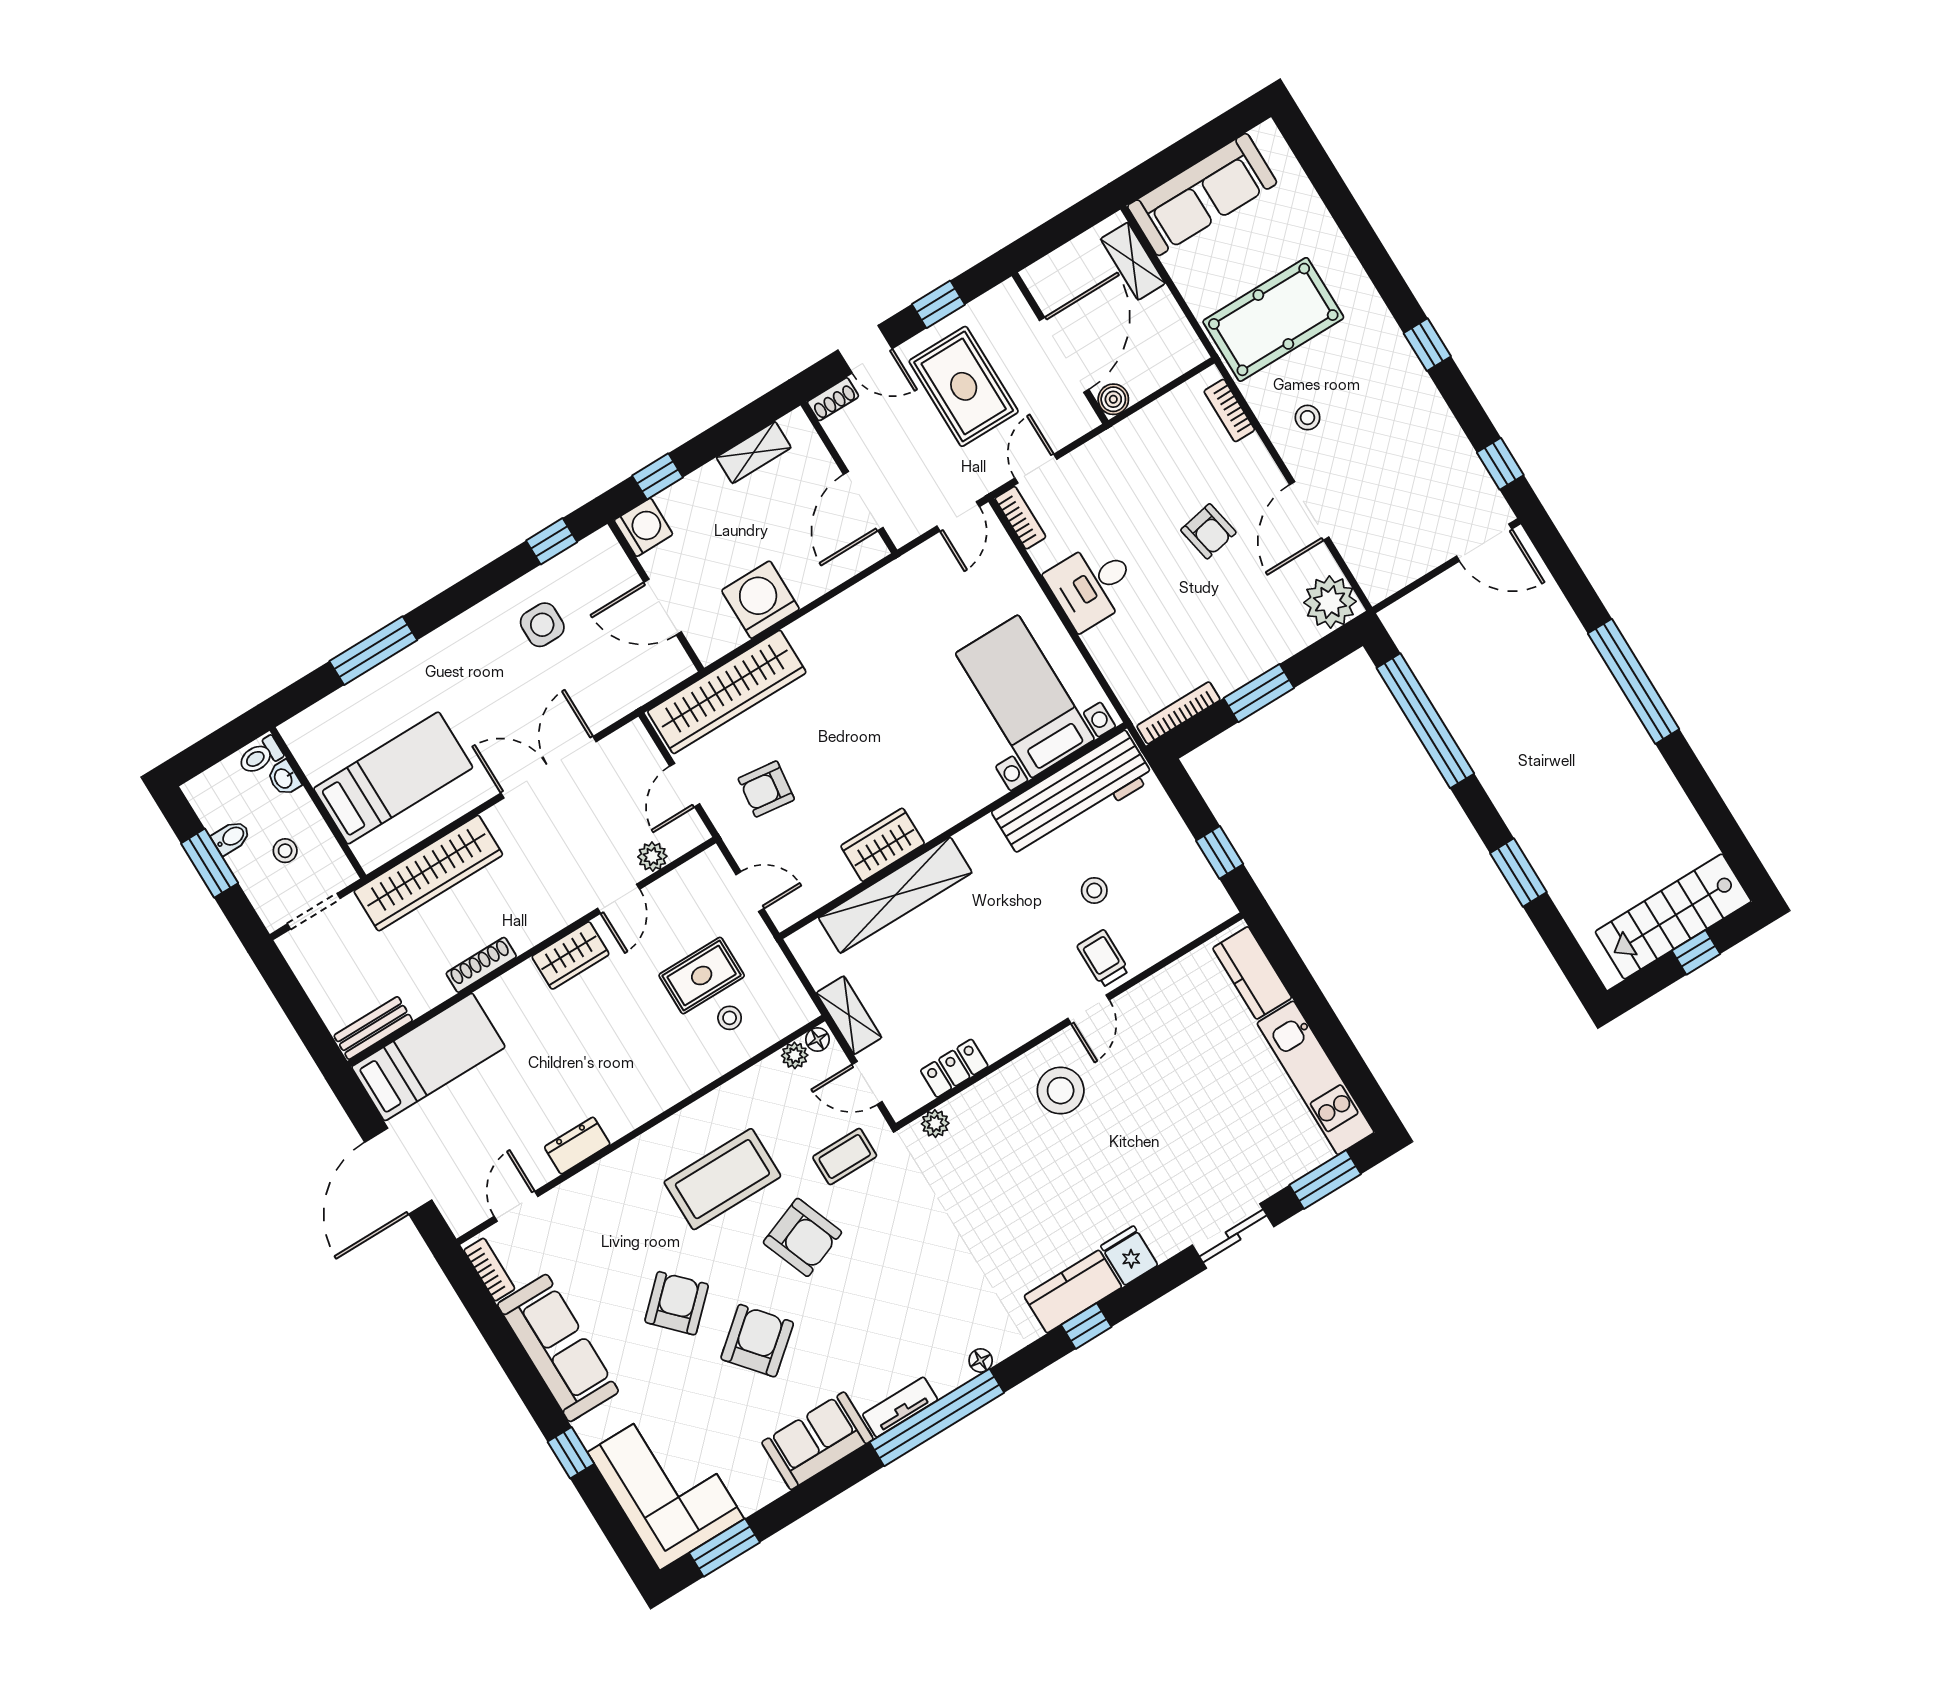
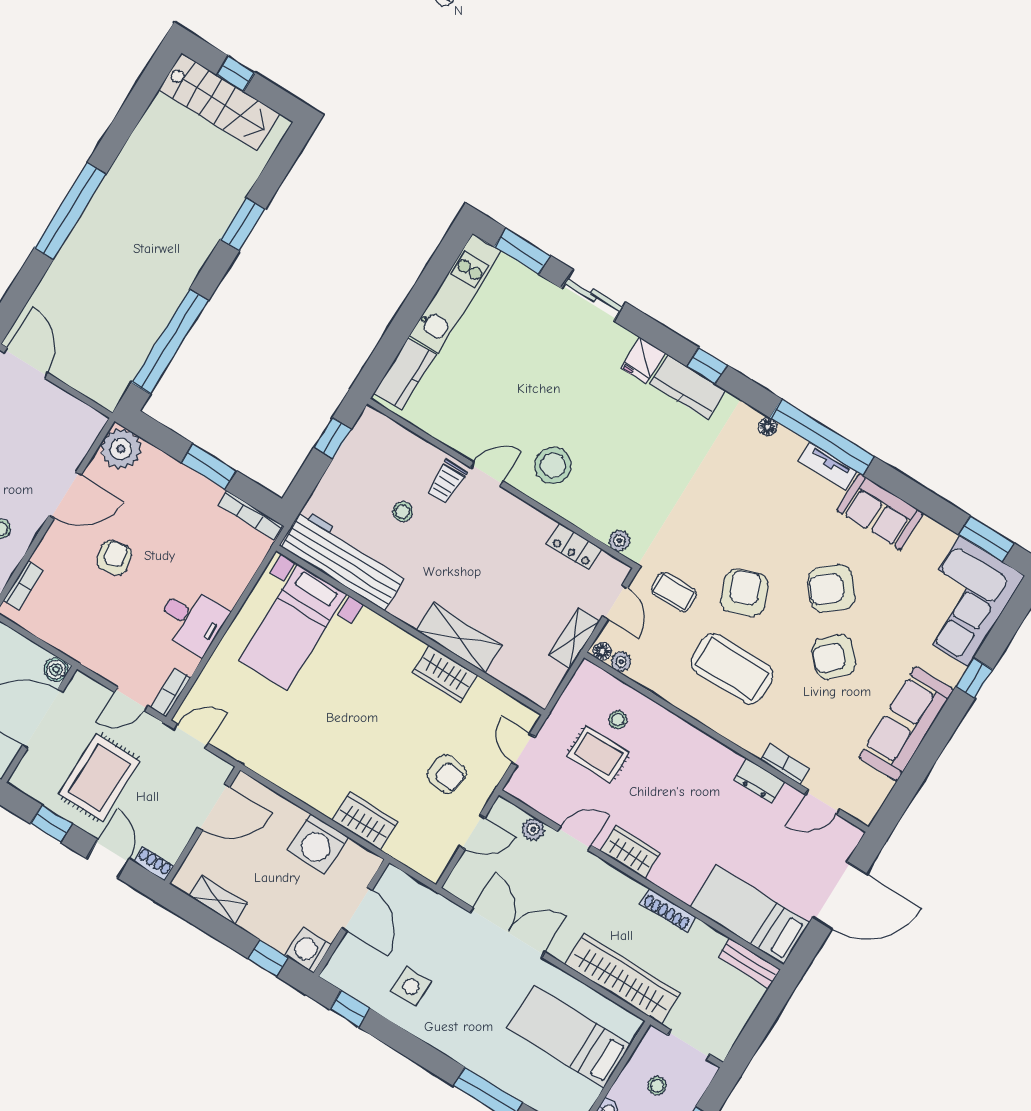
wardrobe: (727, 692) -> (365, 821), width x0.48, depth x0.85
double door: (549, 767) -> (507, 932), swing flipped
shelving: (895, 895) -> (459, 638), width x0.68
bookcase: (489, 1270) -> (785, 764), moved, turned 90

